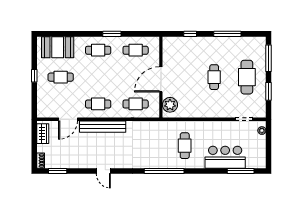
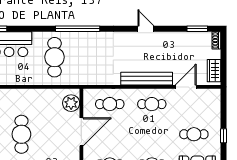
cafe table: (214, 77) -> (21, 134), width x1.37, depth x1.35
cafe table: (185, 146) -> (55, 57), width x1.37, depth x1.35

